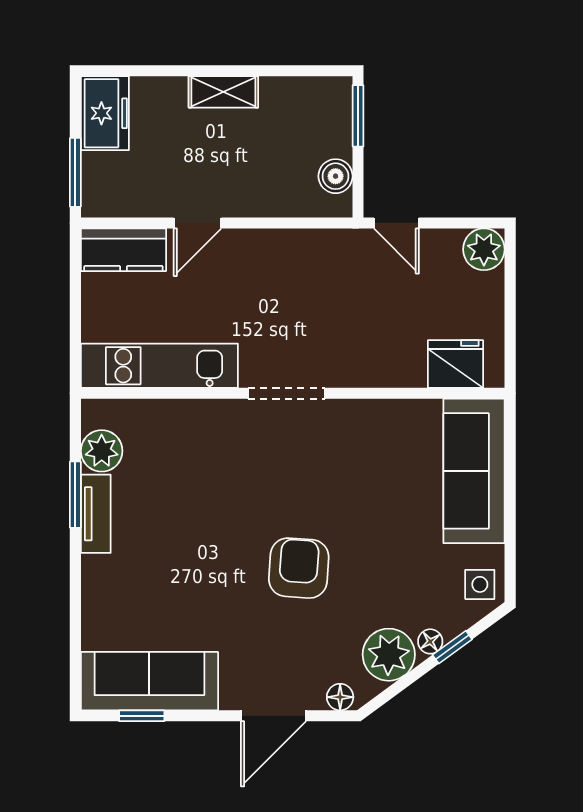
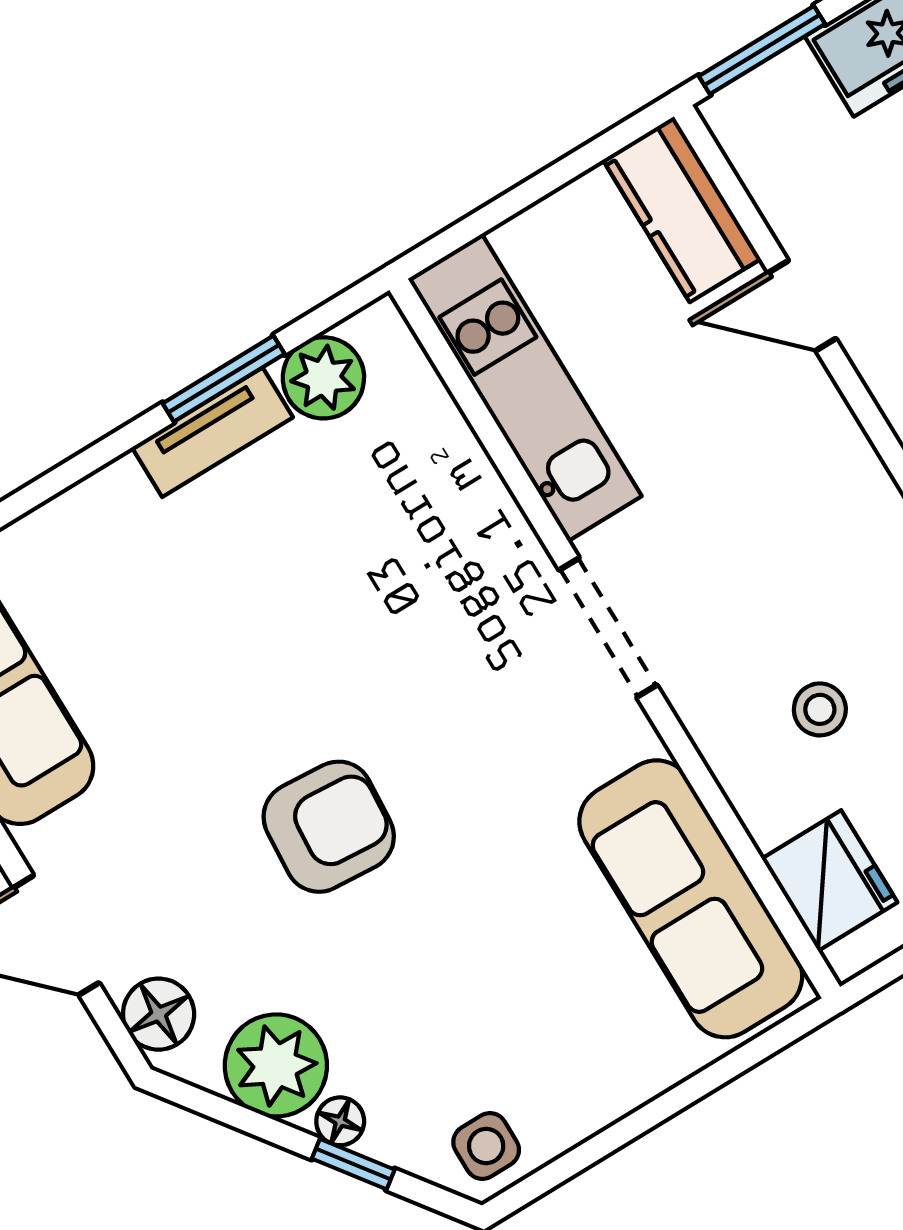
stool: (378, 323) -> (820, 709), added
sofa: (474, 471) -> (691, 899), moved, turned -90
floor lamp: (340, 697) -> (159, 1014), width x1.37, depth x1.37

